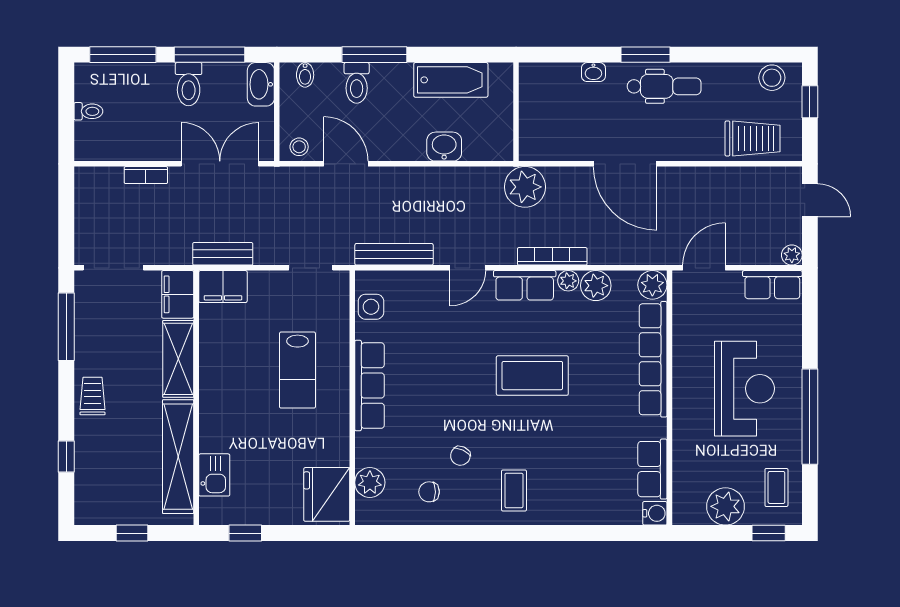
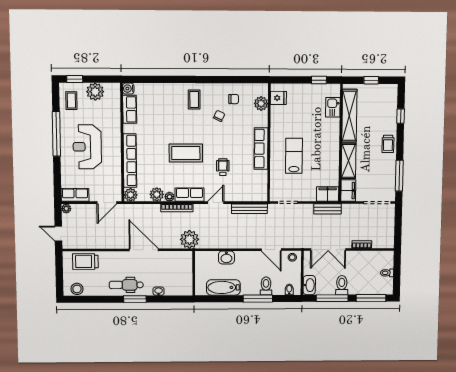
window: (810, 102) -> (59, 278), removed
side table: (371, 307) -> (260, 185), removed
wheelchair: (452, 345) -> (223, 167), added
fridge: (327, 494) -> (278, 98), width x0.53, depth x0.75

